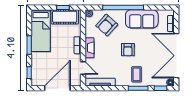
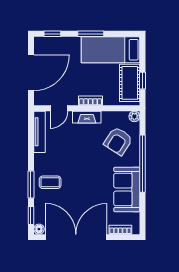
armchair: (107, 25) -> (118, 141), turned -99
armchair: (128, 50) -> (84, 170), removed
door: (57, 88) -> (31, 73), hinge flipped

